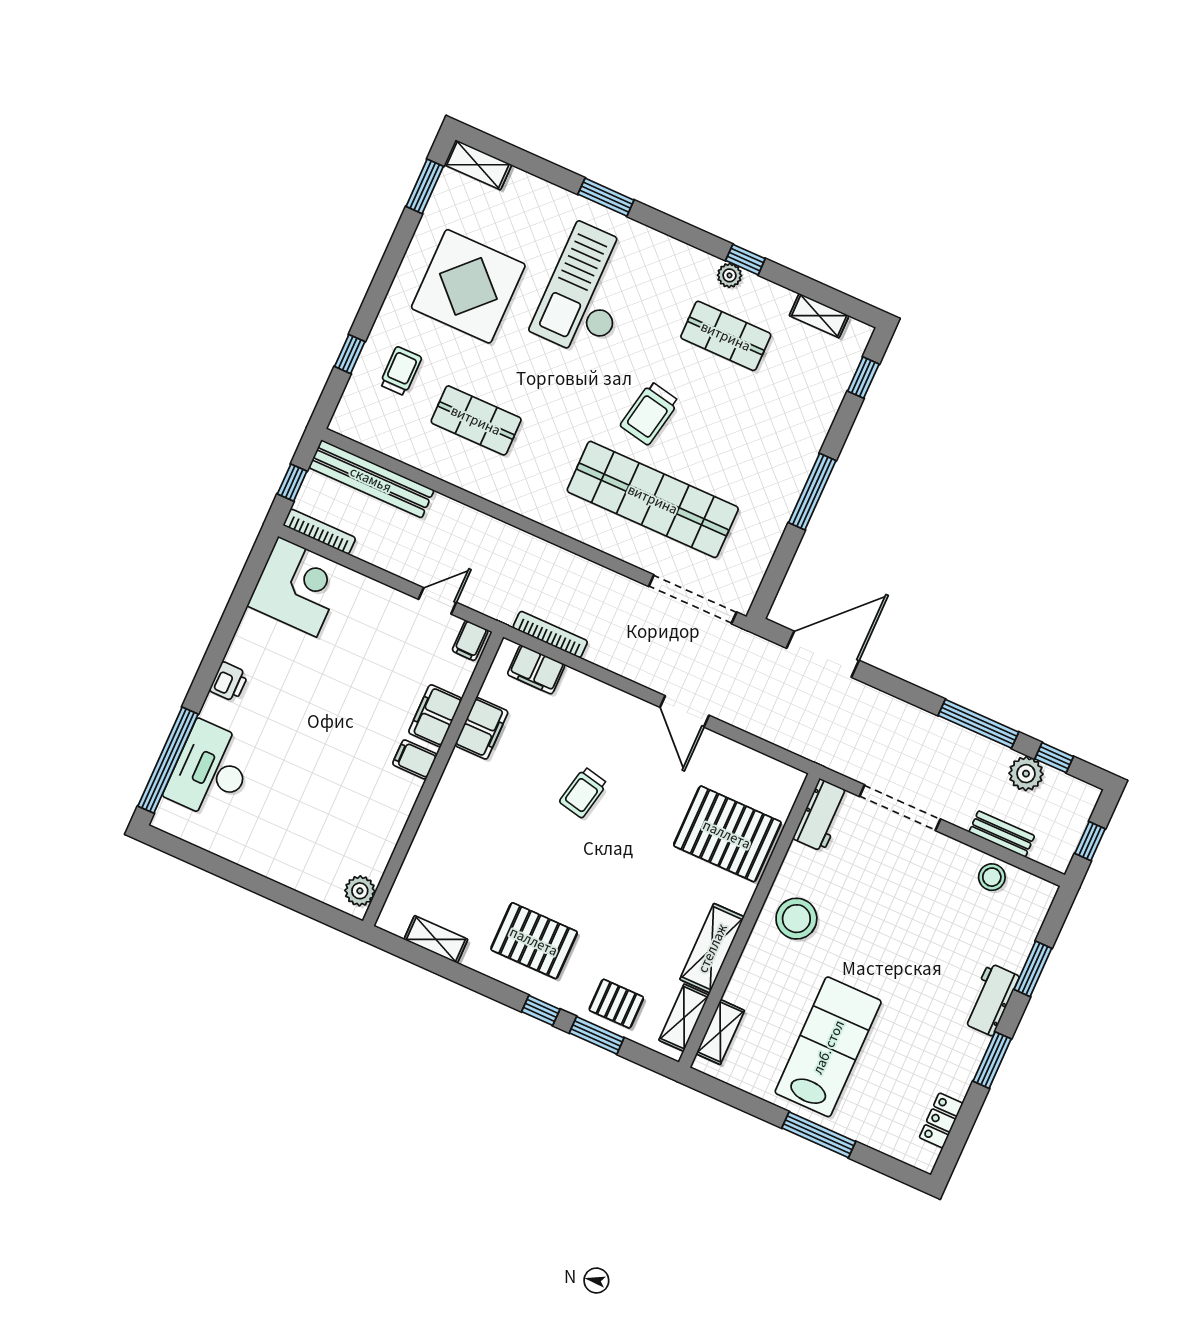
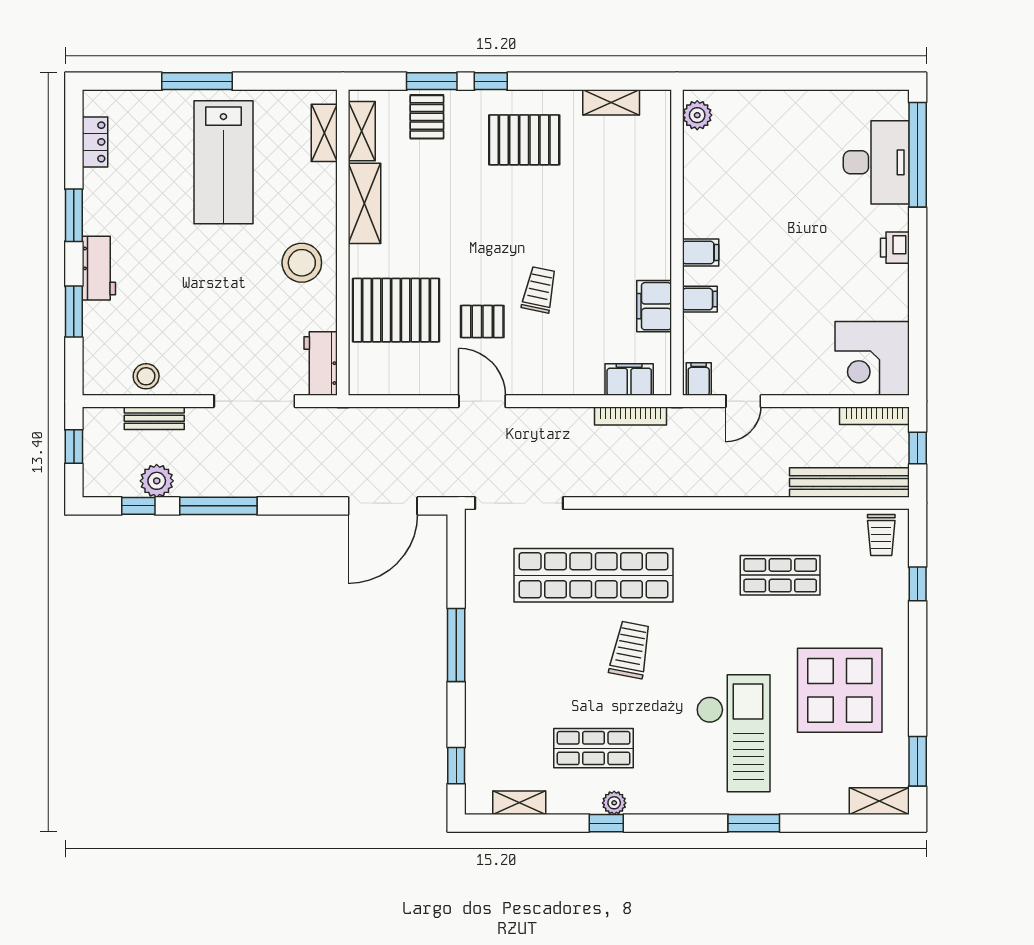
trolley: (401, 371) -> (881, 535), moved
filing cabinet: (435, 716) -> (700, 299), width x0.50
pallet: (651, 787) -> (482, 322), added
pallet: (616, 1004) -> (427, 117), turned 90

